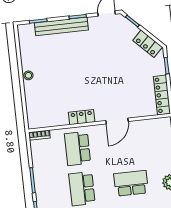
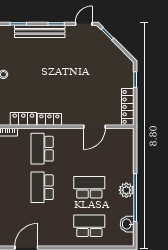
locker: (148, 44) -> (23, 119), moved, turned 135
door: (117, 121) -> (94, 127), moved

